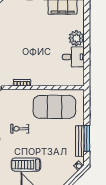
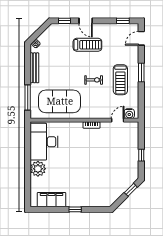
desk: (73, 57) -> (44, 142), width x1.87, depth x1.30
window: (87, 138) -> (28, 97), moved

